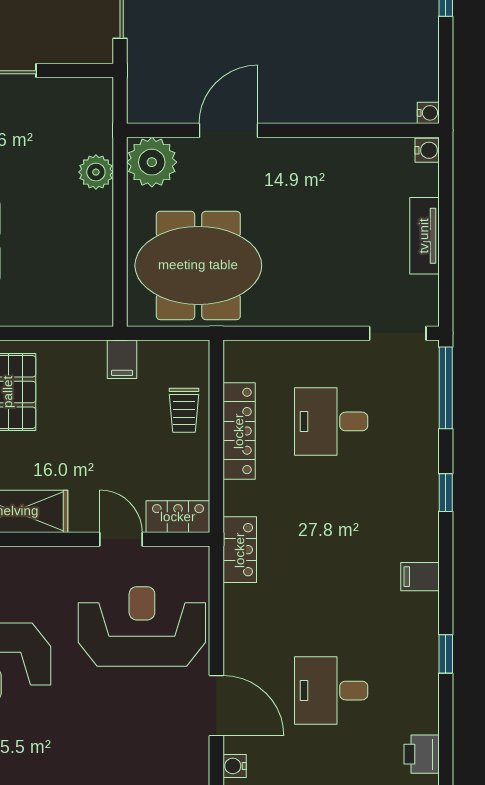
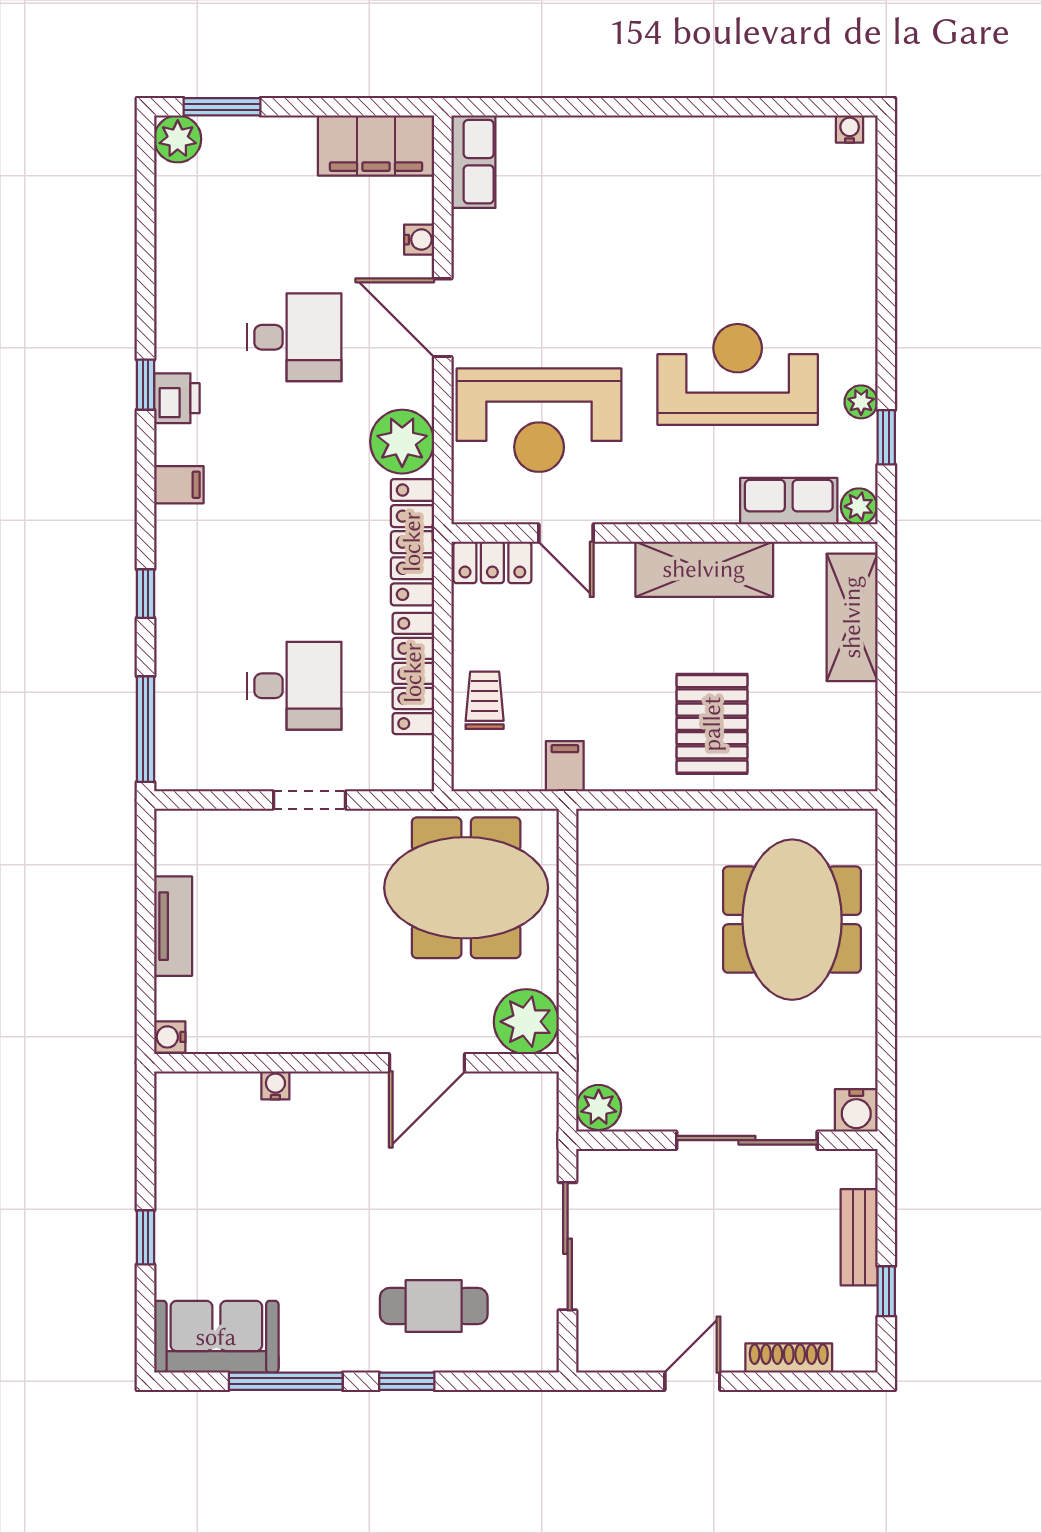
water cooler: (428, 113) -> (275, 1085), moved, turned 90
plant: (96, 172) -> (599, 1107), moved
doorway: (398, 333) -> (310, 800), moved
locker: (240, 550) -> (412, 542), width x1.53
plant: (248, 610) -> (402, 442), added
printer: (422, 754) -> (177, 398), moved

